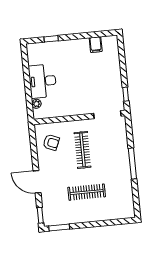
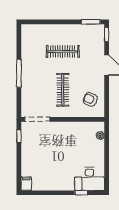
filing cabinet: (96, 45) -> (26, 184), moved
desk: (43, 81) -> (90, 179), moved, turned 90

